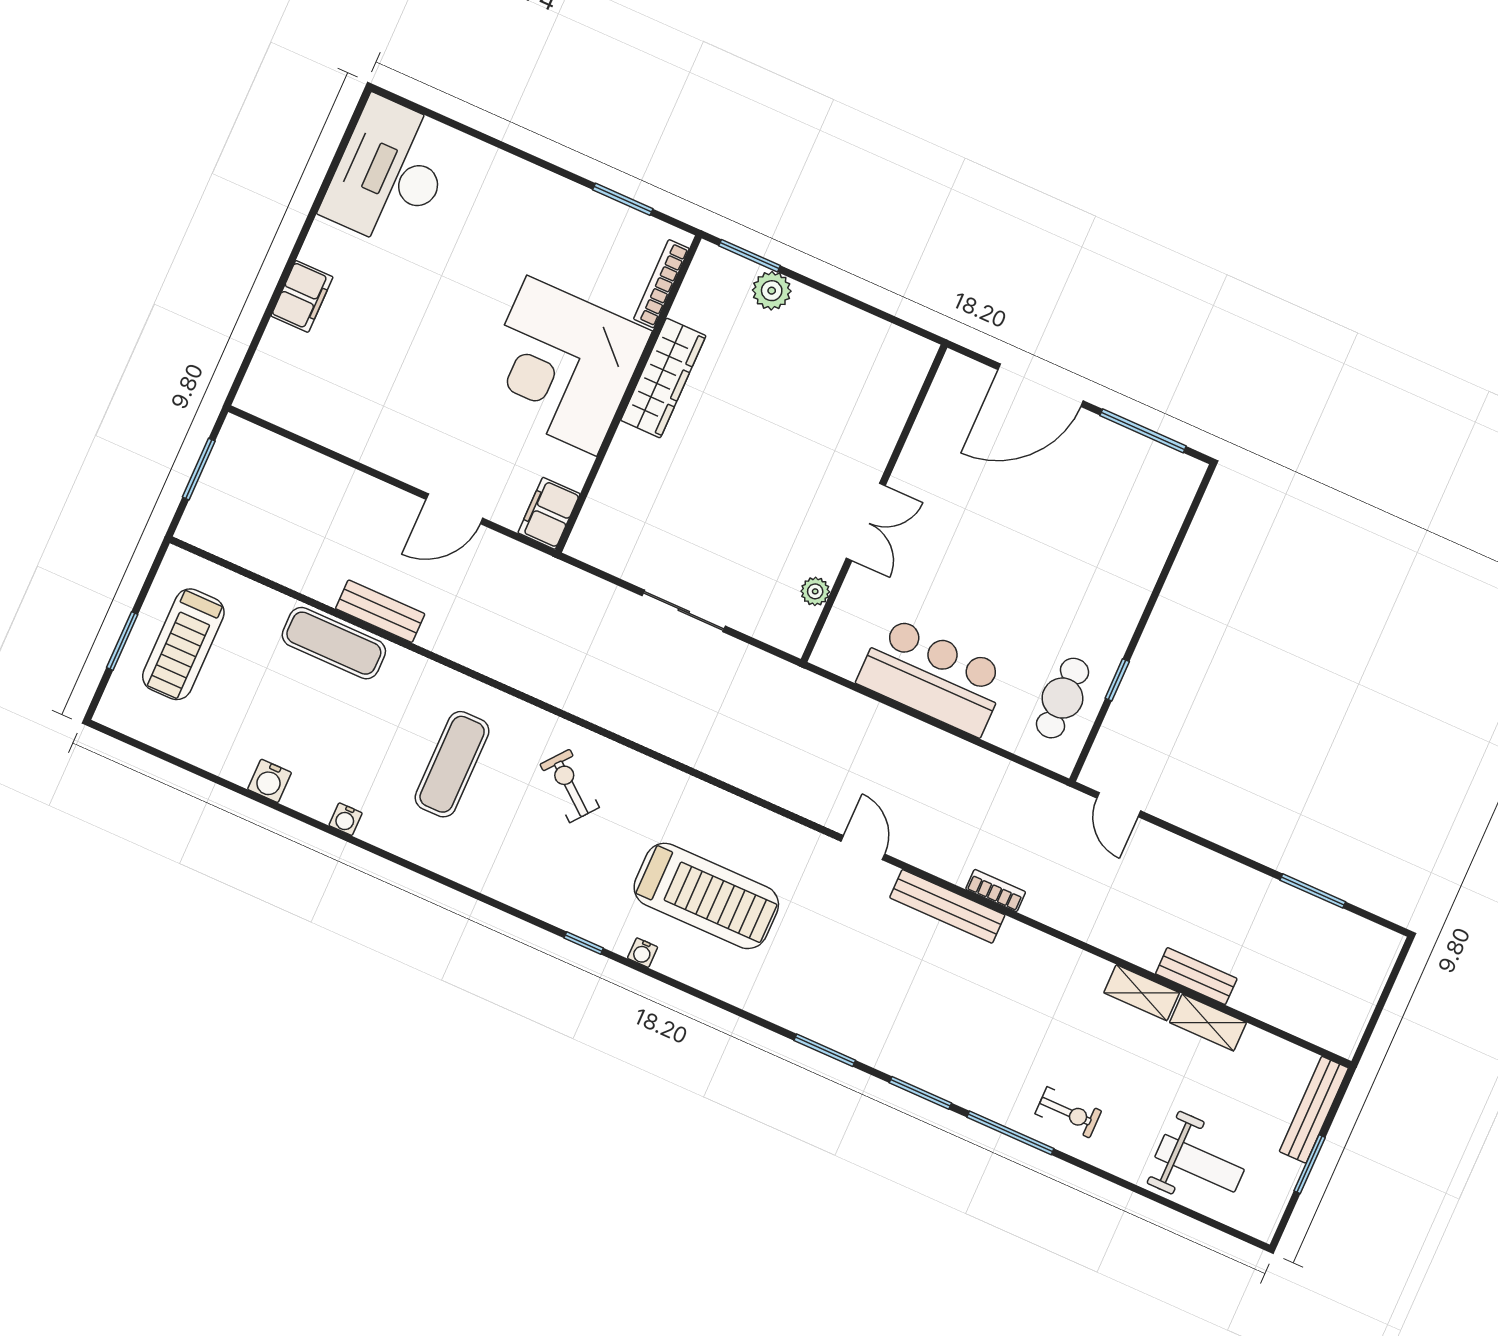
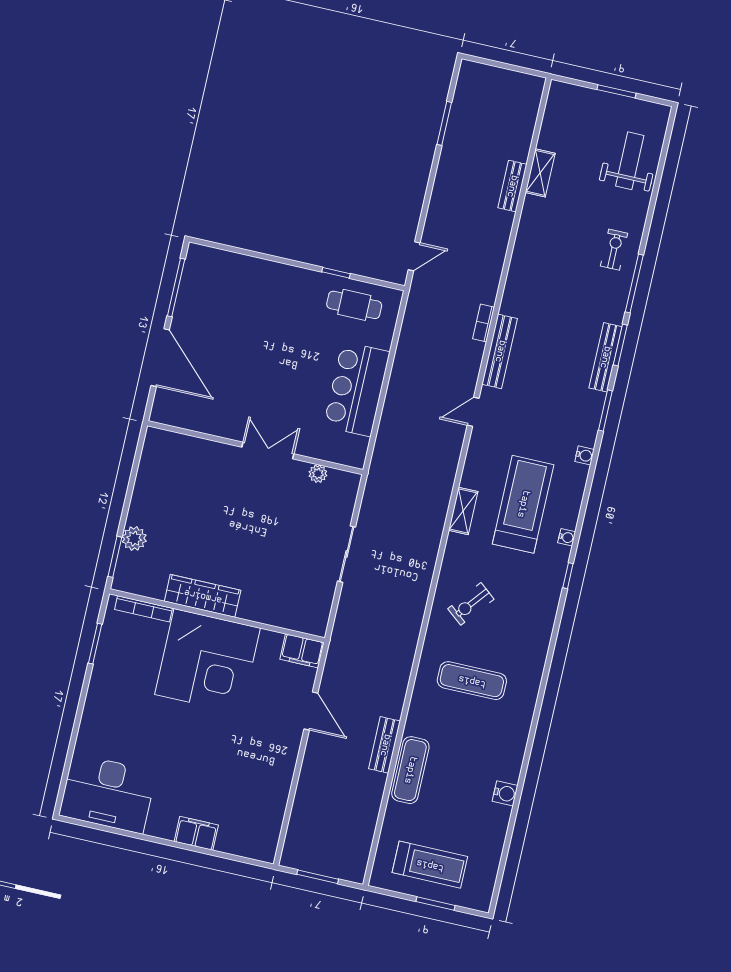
water cooler: (346, 819) -> (585, 455), moved
shelving: (1142, 993) -> (463, 511), moved
bench: (1314, 1110) -> (605, 357), moved, turned 90

